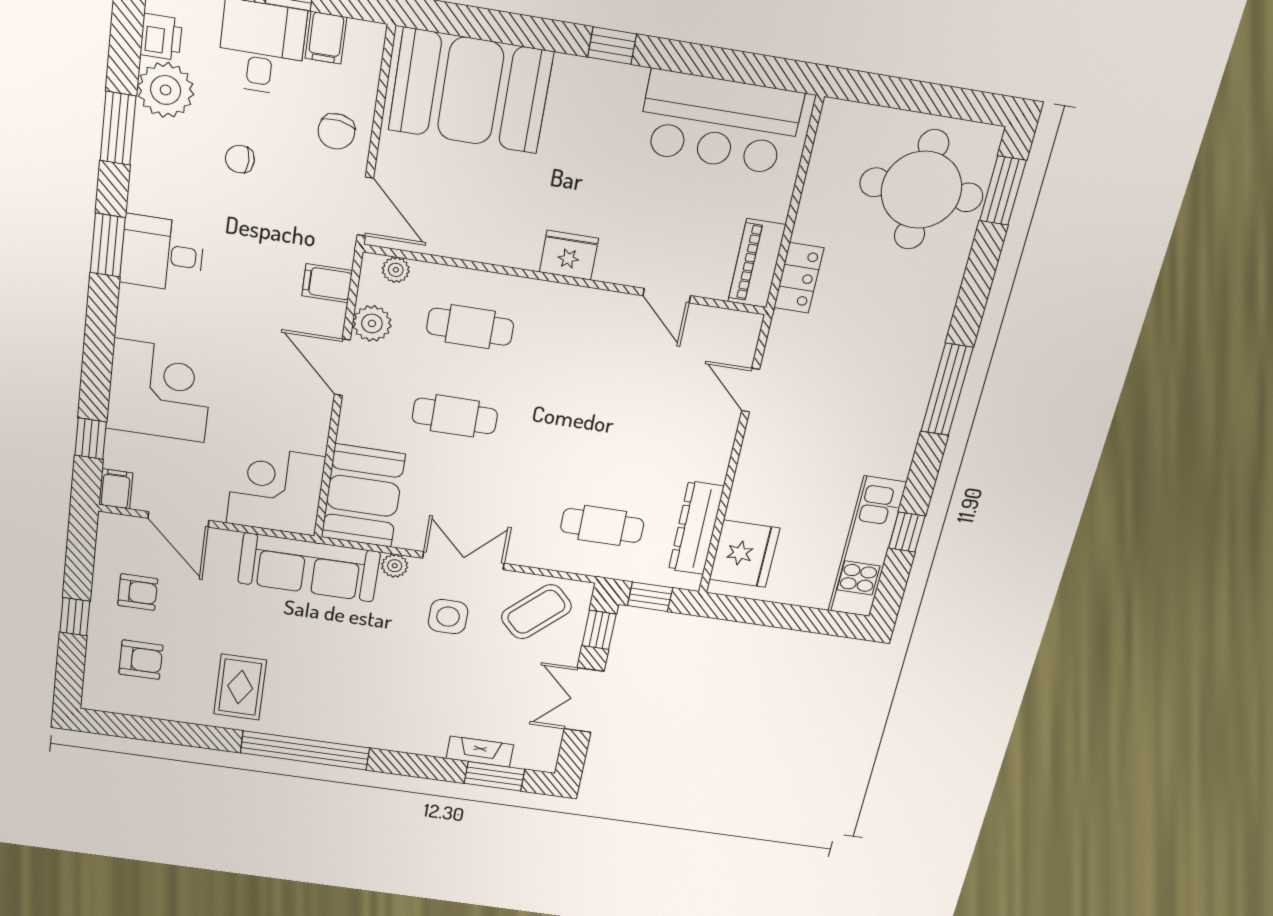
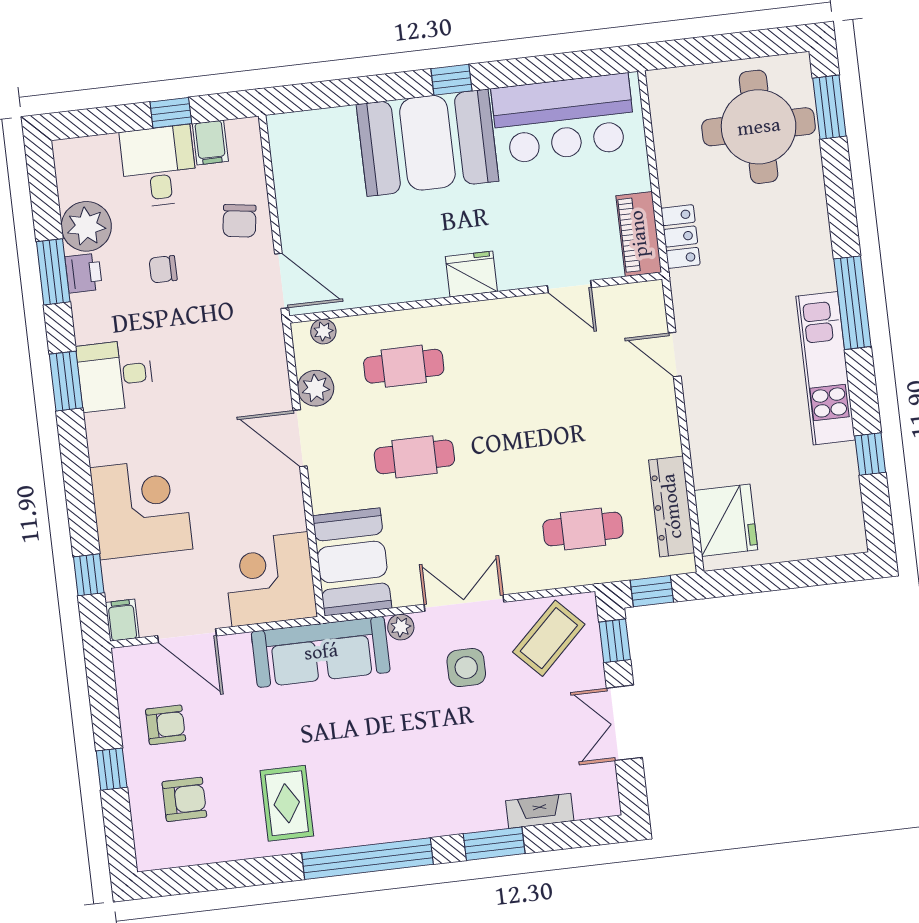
printer: (161, 37) -> (84, 273), moved
booth: (471, 91) -> (427, 143), moved
filing cabinet: (327, 283) -> (266, 361), removed
kitchen unit: (867, 547) -> (825, 368), moved
window: (494, 776) -> (494, 844), moved

